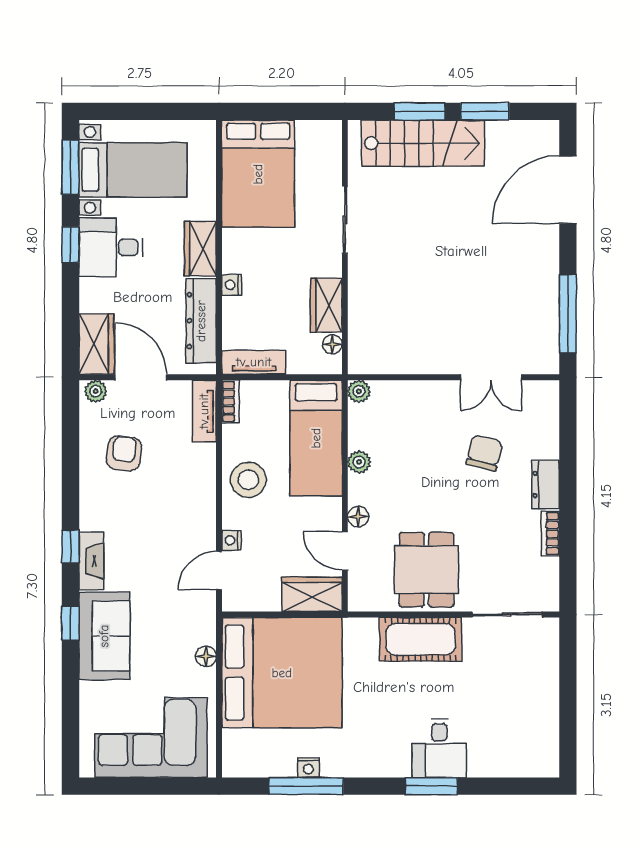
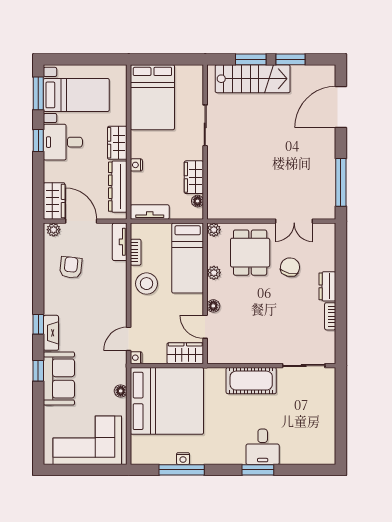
bookcase: (231, 402) -> (136, 252), moved
nightstand: (231, 540) -> (136, 358), moved
dining table: (426, 570) -> (250, 253), moved

